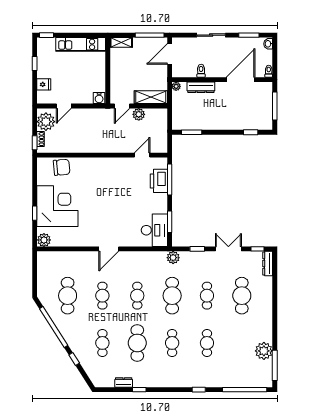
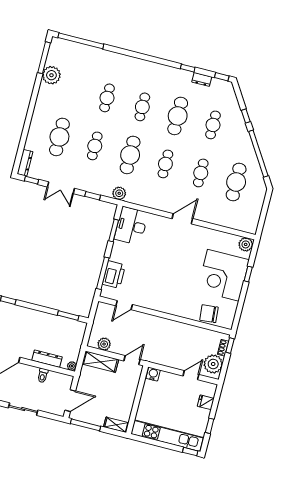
kitchen unit: (81, 44) -> (167, 436), width x1.36
plant: (139, 114) -> (104, 344), moved
window: (199, 390) -> (222, 77), moved

